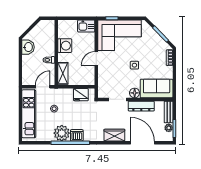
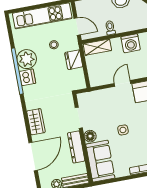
door: (96, 58) -> (122, 83), hinge flipped
fridge: (81, 95) -> (74, 60), moved

